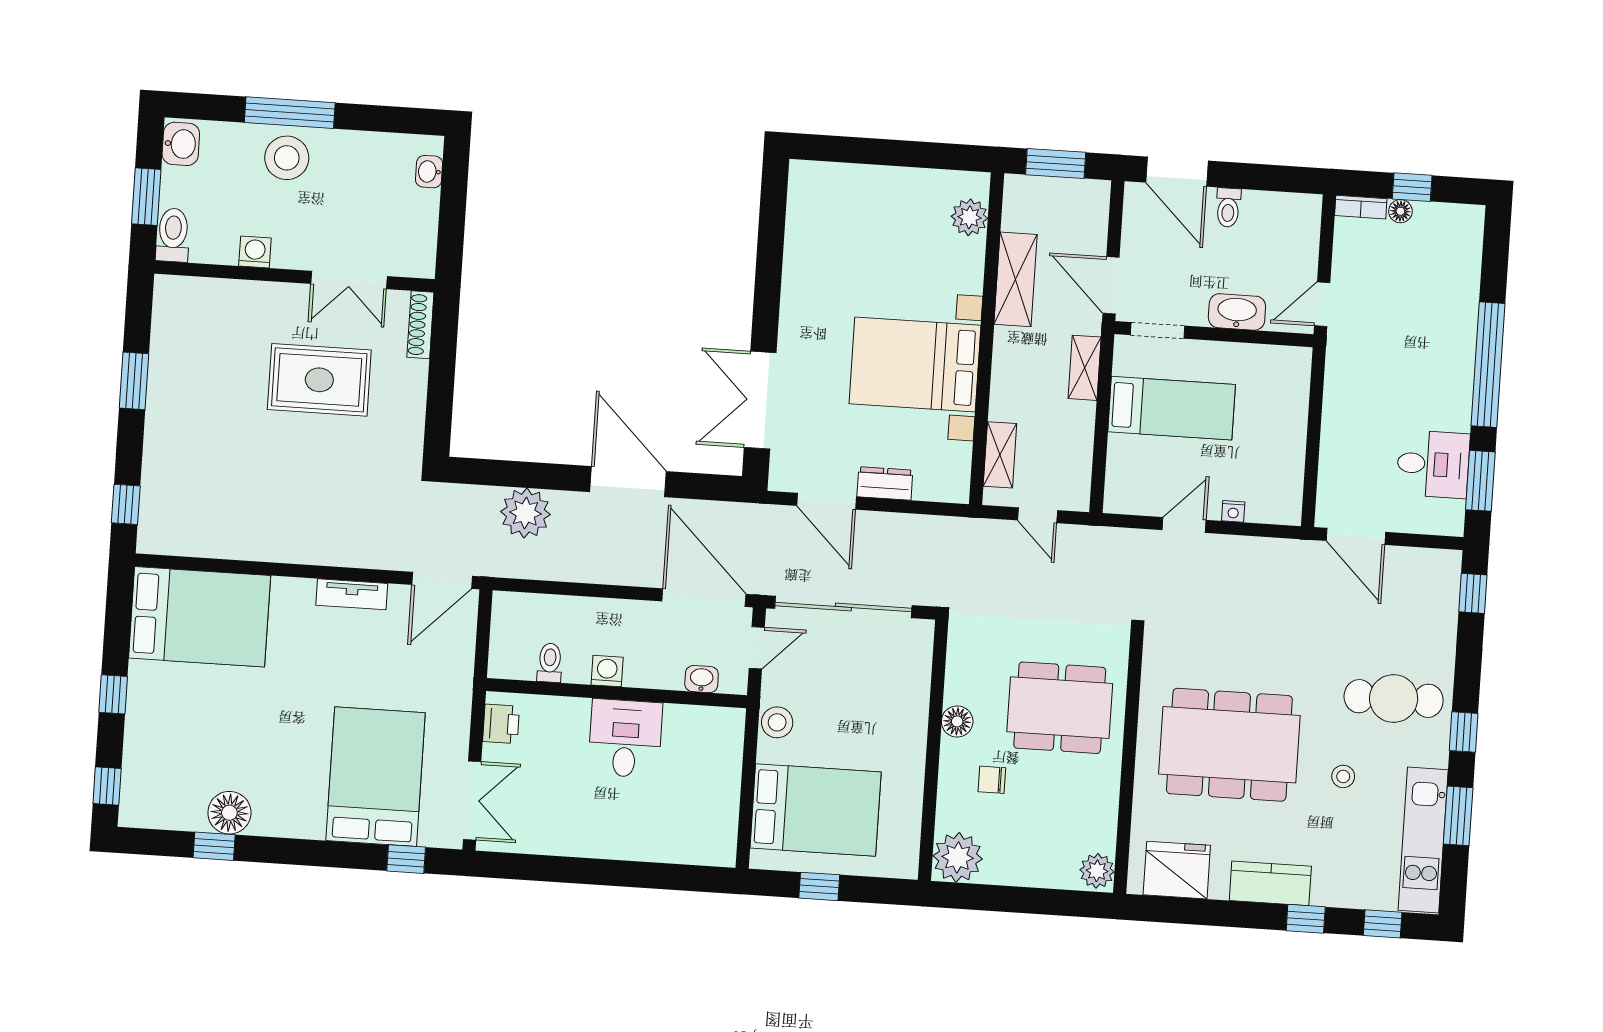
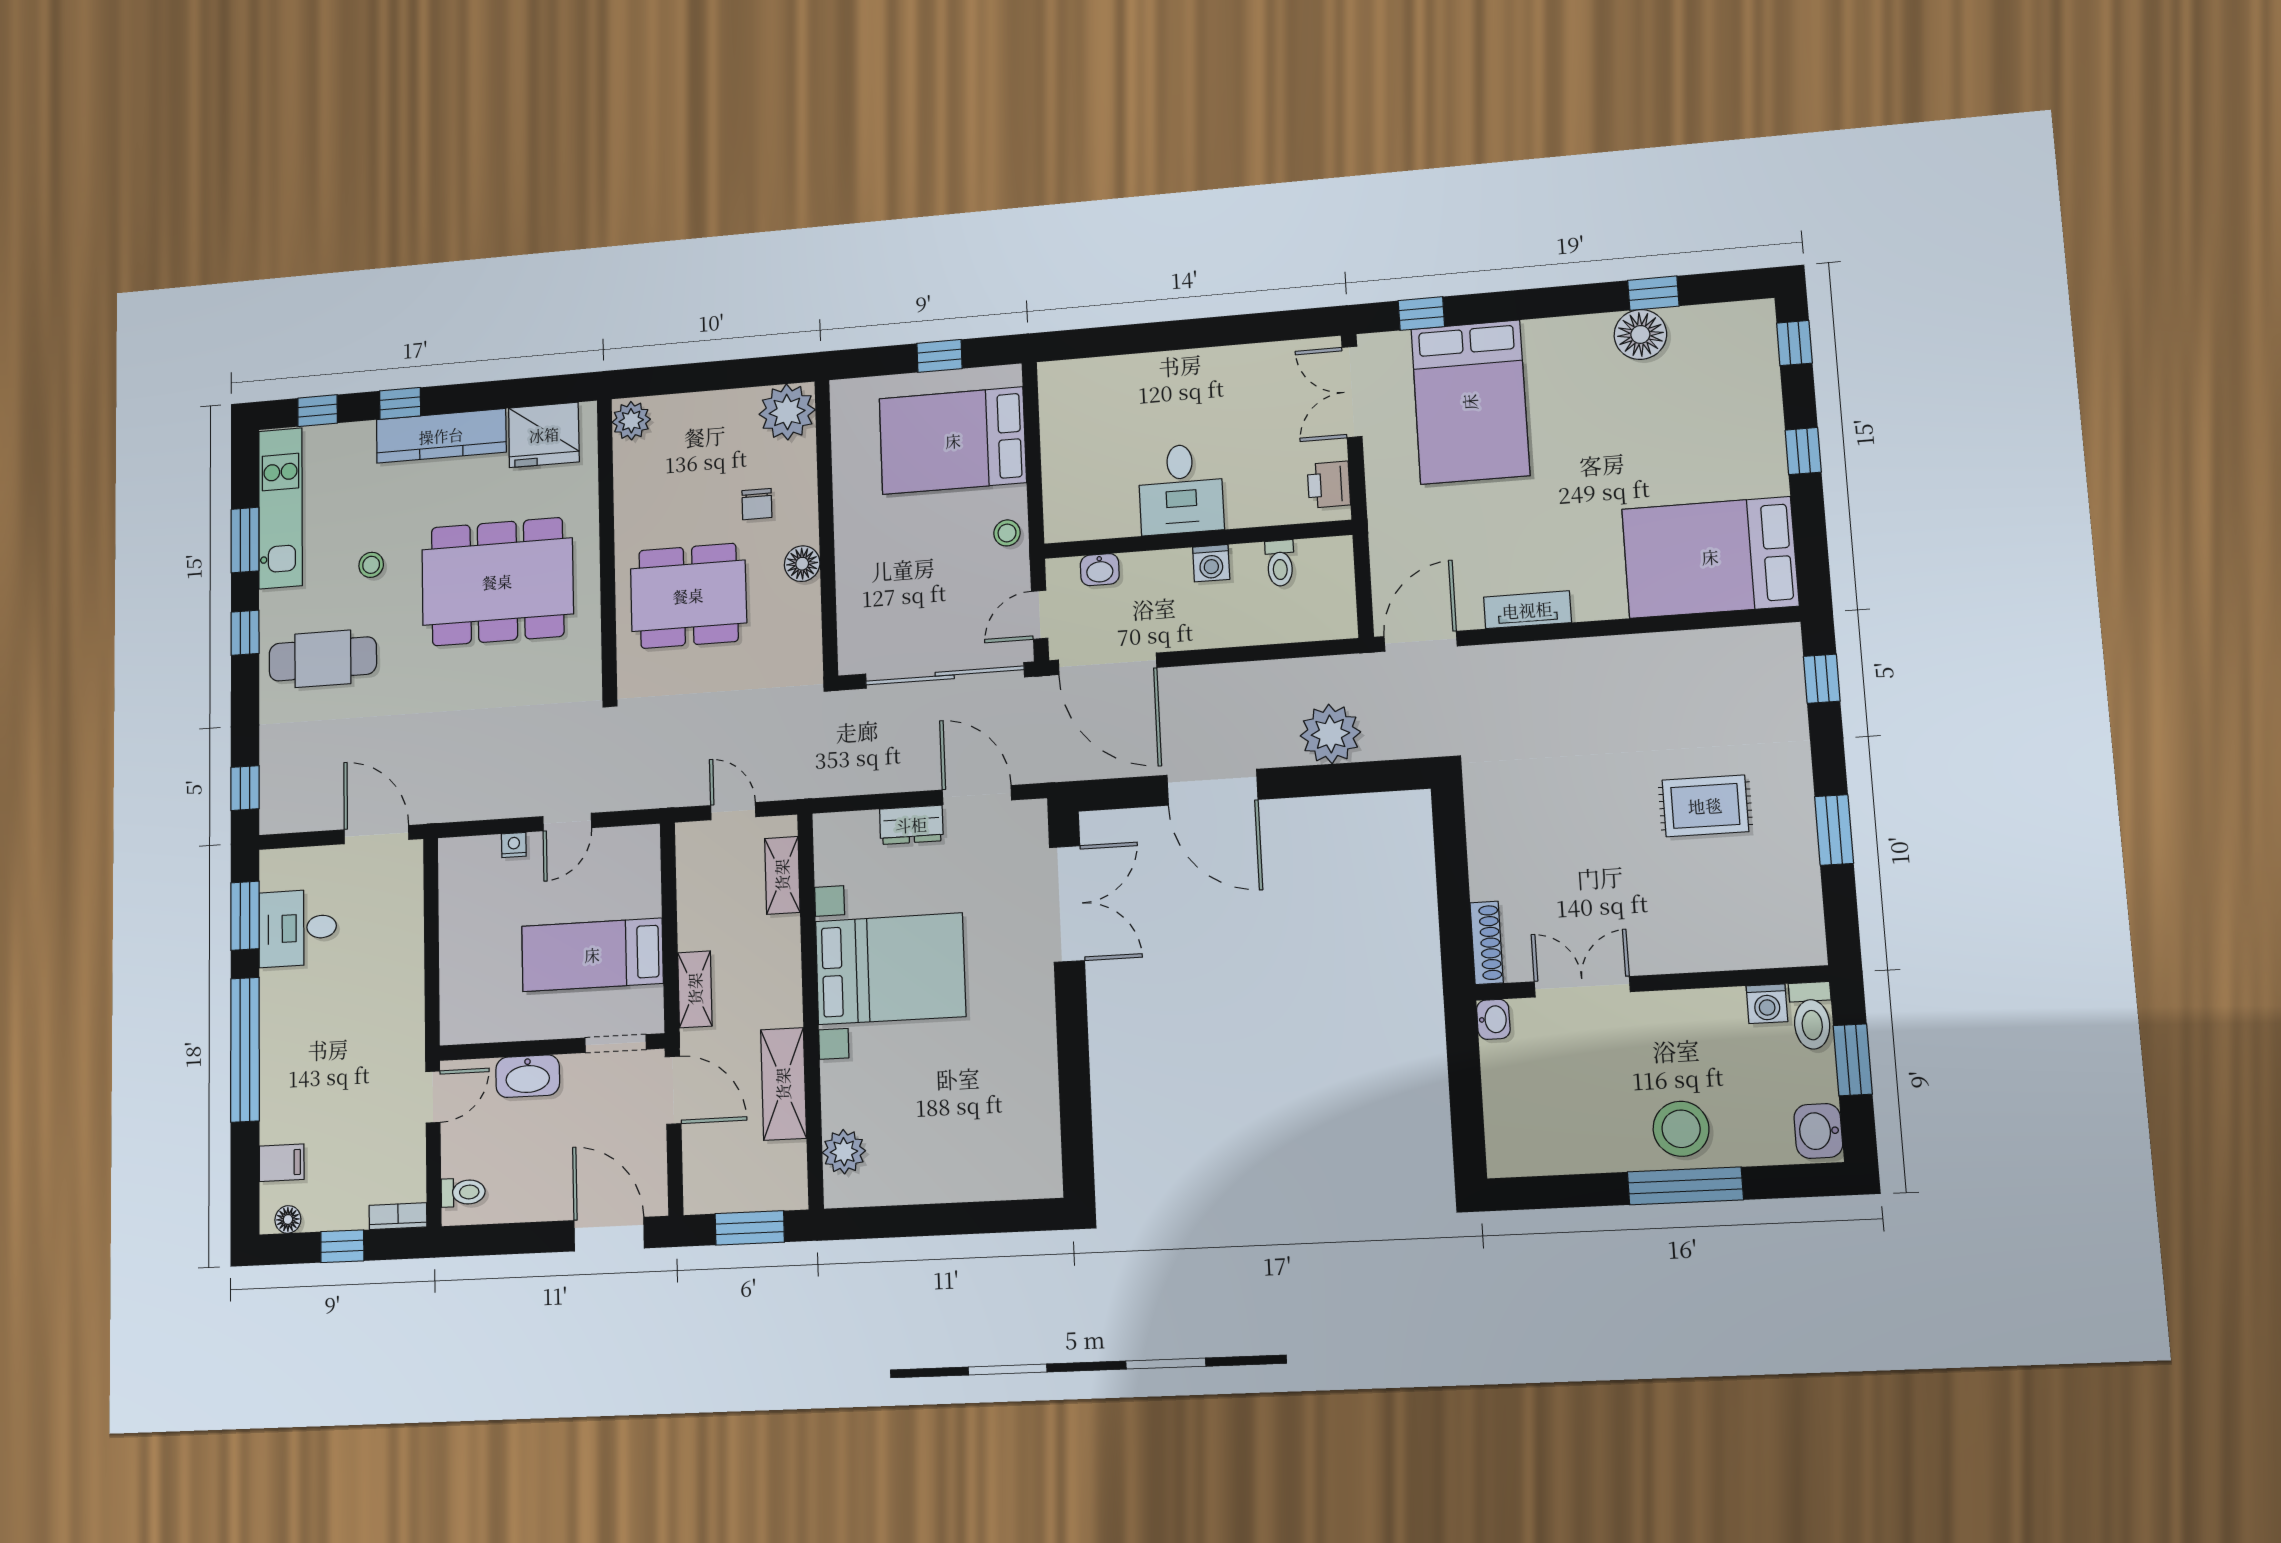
washbasin: (429, 172) -> (1493, 1019), moved
toilet: (1228, 208) -> (463, 1192), moved, turned 90
floor lamp: (1400, 211) -> (288, 1219), moved
washing machine: (255, 252) -> (1767, 1004), moved
filing cabinet: (1461, 264) -> (282, 1163), added
rug: (319, 380) -> (1705, 806), moved, width x0.73, depth x0.70
stool: (777, 722) -> (1007, 533), width x0.73, depth x0.73
chair: (992, 780) -> (757, 504), turned 90
kitchen counter: (1270, 883) -> (441, 436), width x1.50

